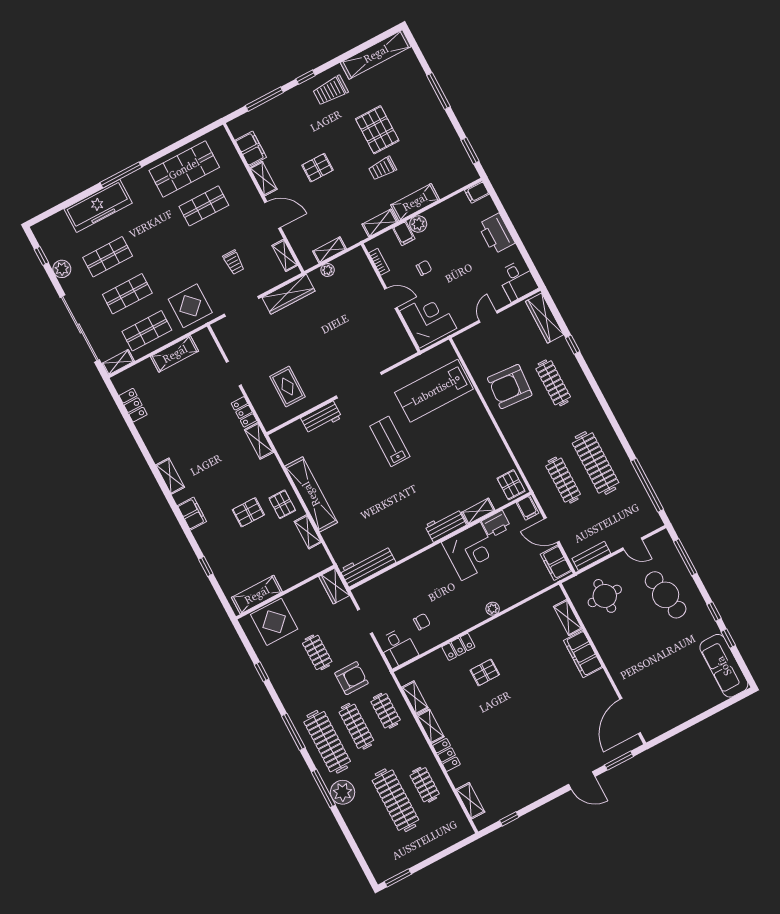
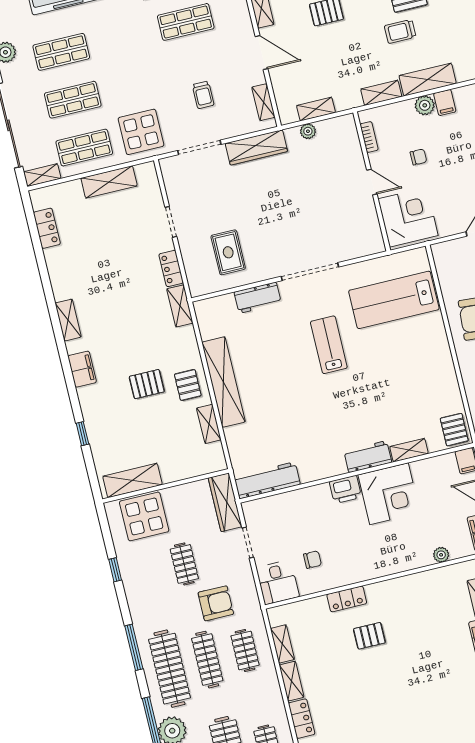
filing cabinet: (404, 233) -> (445, 102), moved
printer: (496, 524) -> (345, 489), moved
wardrobe: (334, 586) -> (225, 502), width x1.50
plant: (493, 609) -> (441, 555), moved

